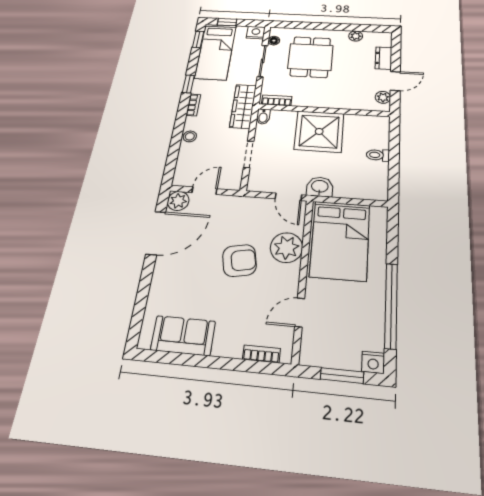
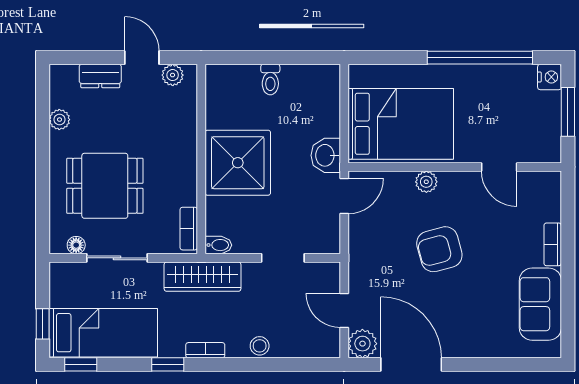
nightstand: (256, 33) -> (62, 275), removed
plant: (286, 248) -> (426, 182), width x0.53, depth x0.53
armchair: (239, 261) -> (439, 249), turned -94
bookcase: (261, 354) -> (553, 244), moved

